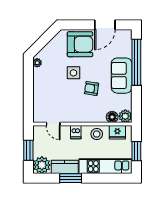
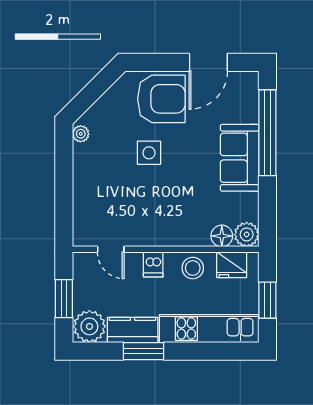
armchair: (91, 88) -> (183, 182), removed

